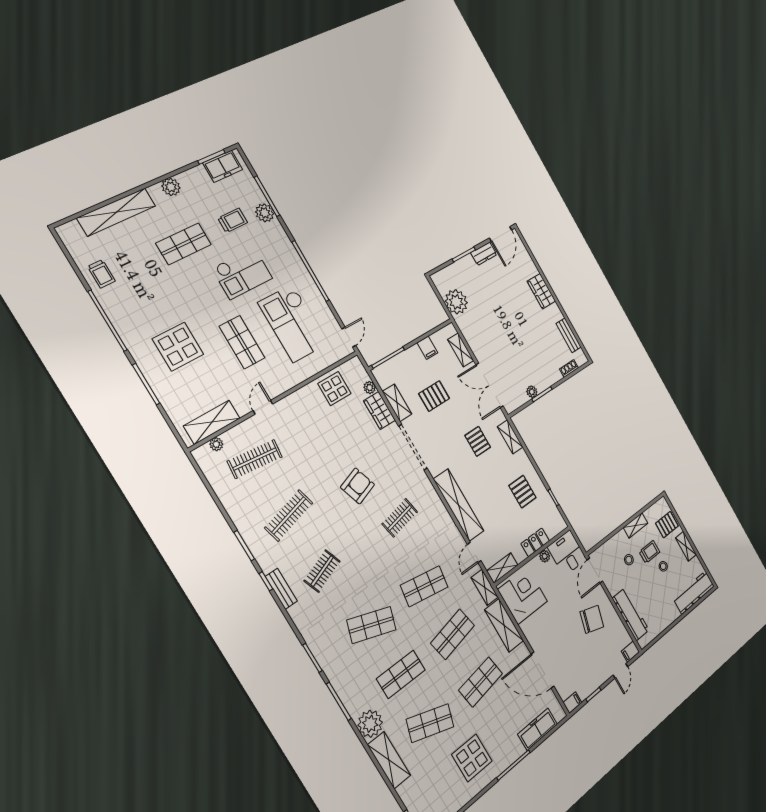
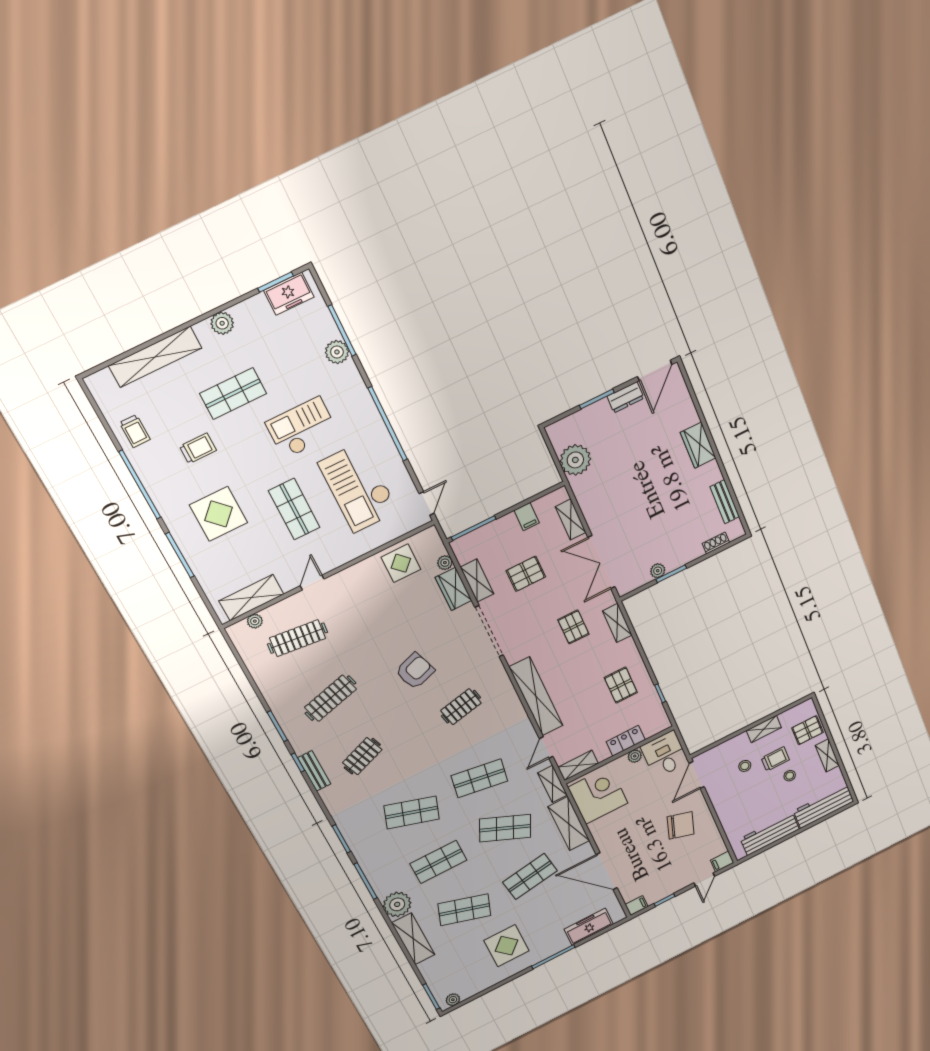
trolley: (233, 220) -> (198, 448), moved
checkout: (242, 273) -> (302, 428), turned 180
workbench: (631, 614) -> (770, 834), moved, turned -90
shop shelf: (453, 634) -> (505, 828), turned 36

